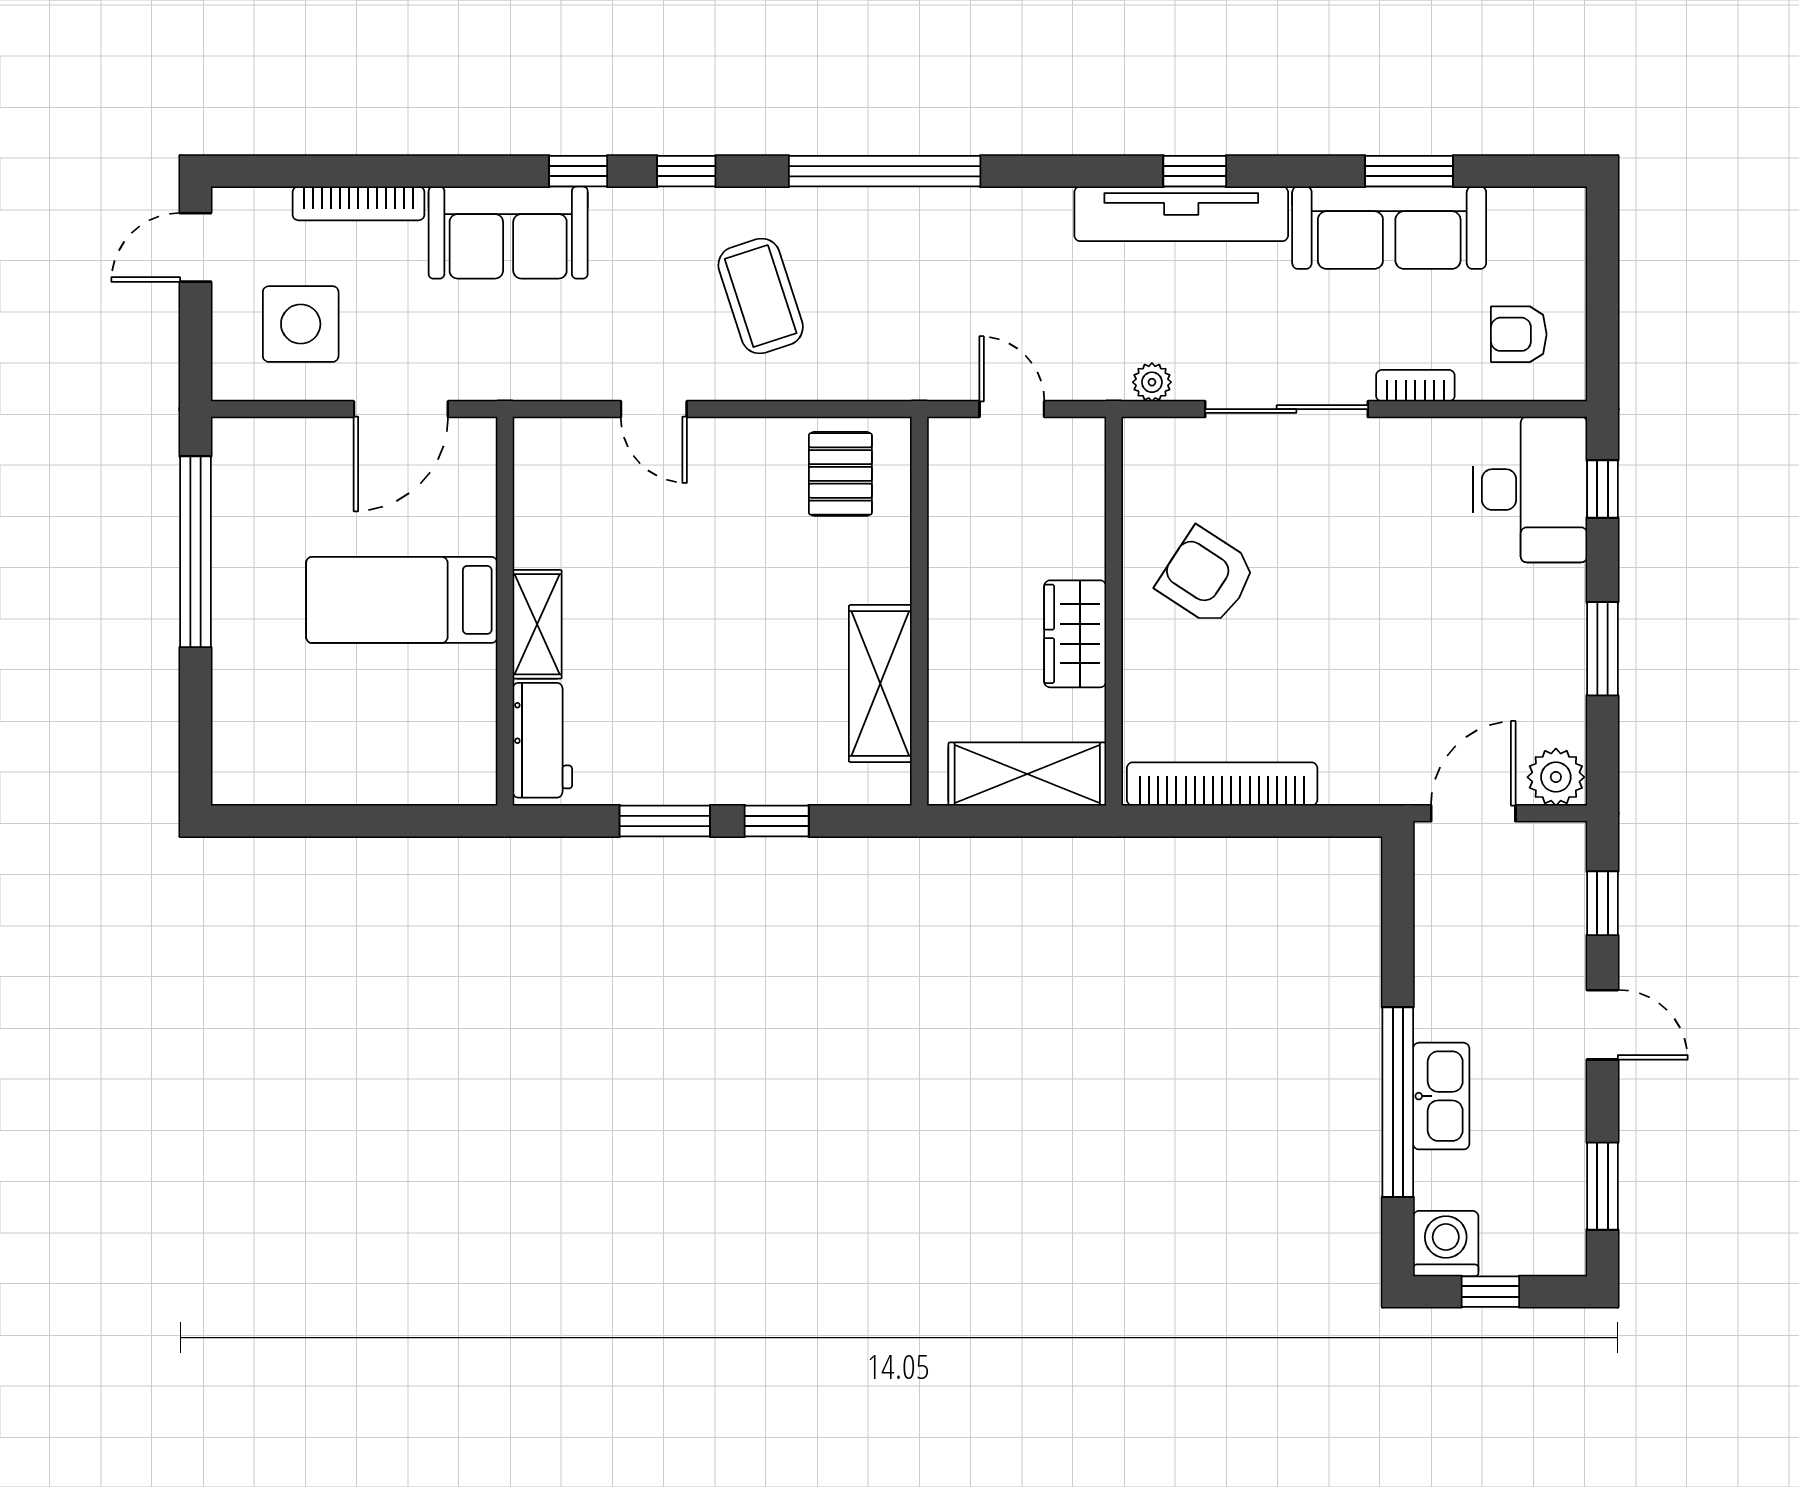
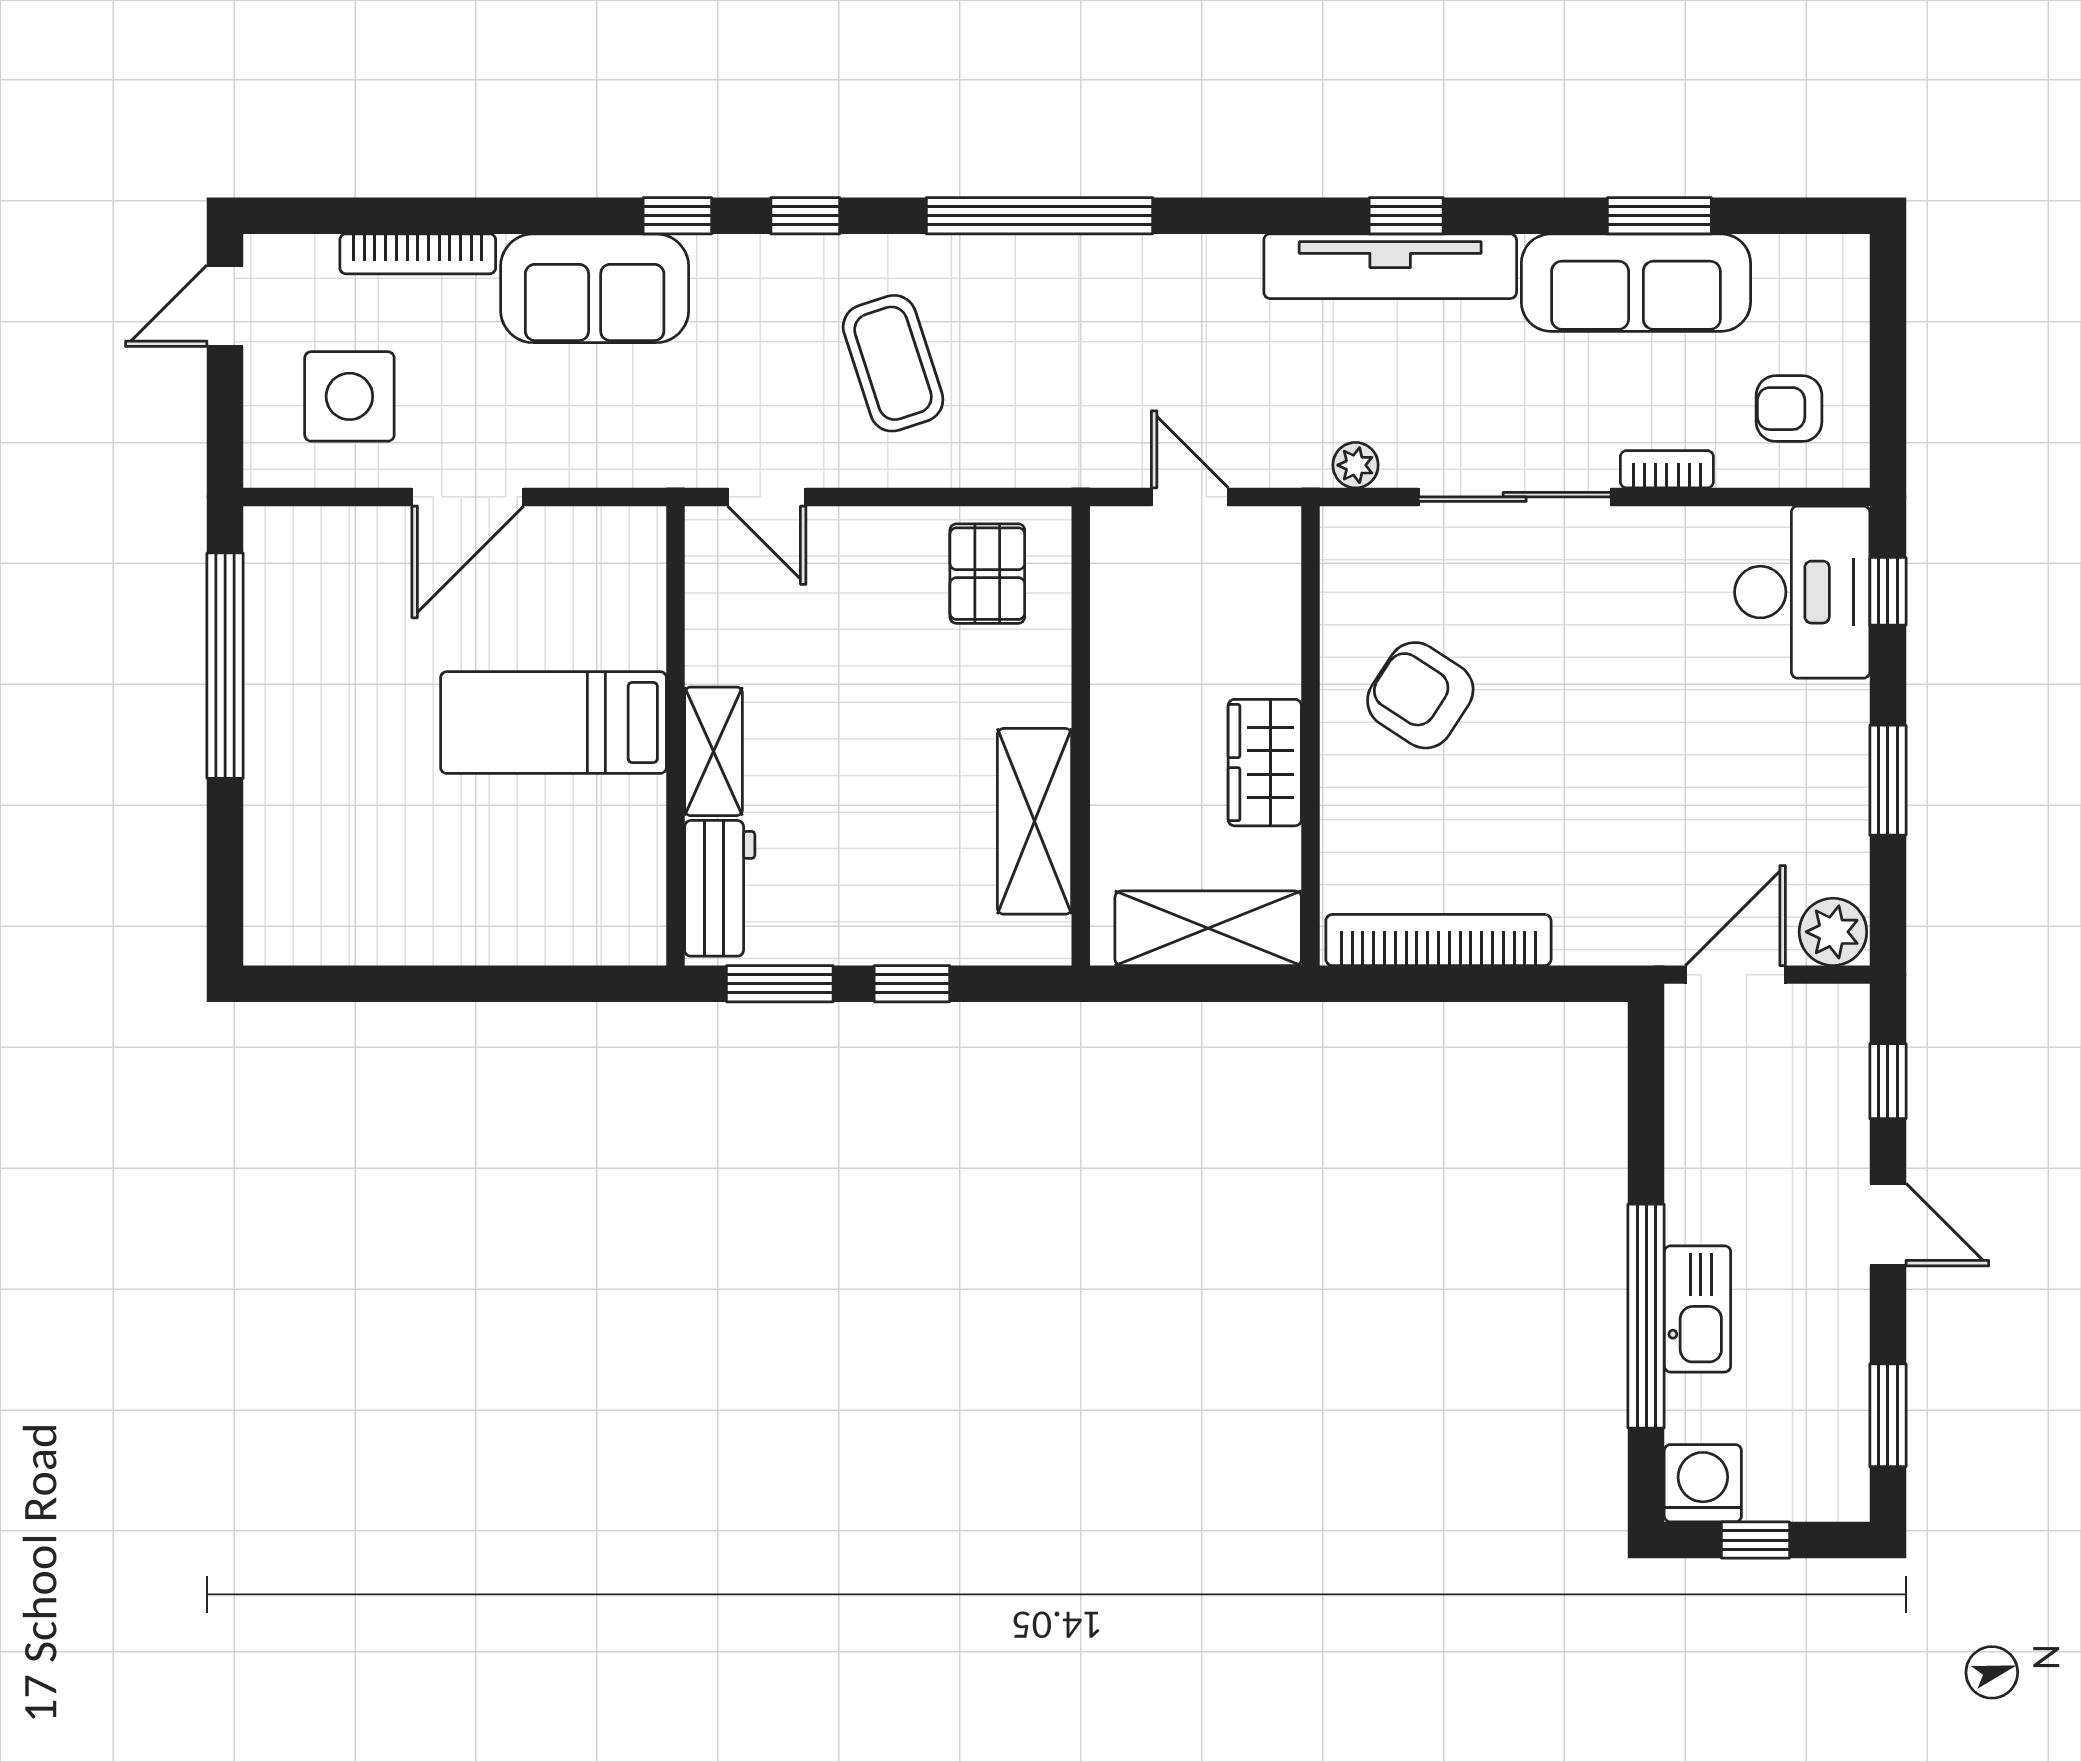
bed: (402, 600) -> (554, 723), moved
wall: (505, 611) -> (676, 736), moved
shelving: (537, 624) -> (714, 751), moved
workbench: (542, 740) -> (720, 888), moved

